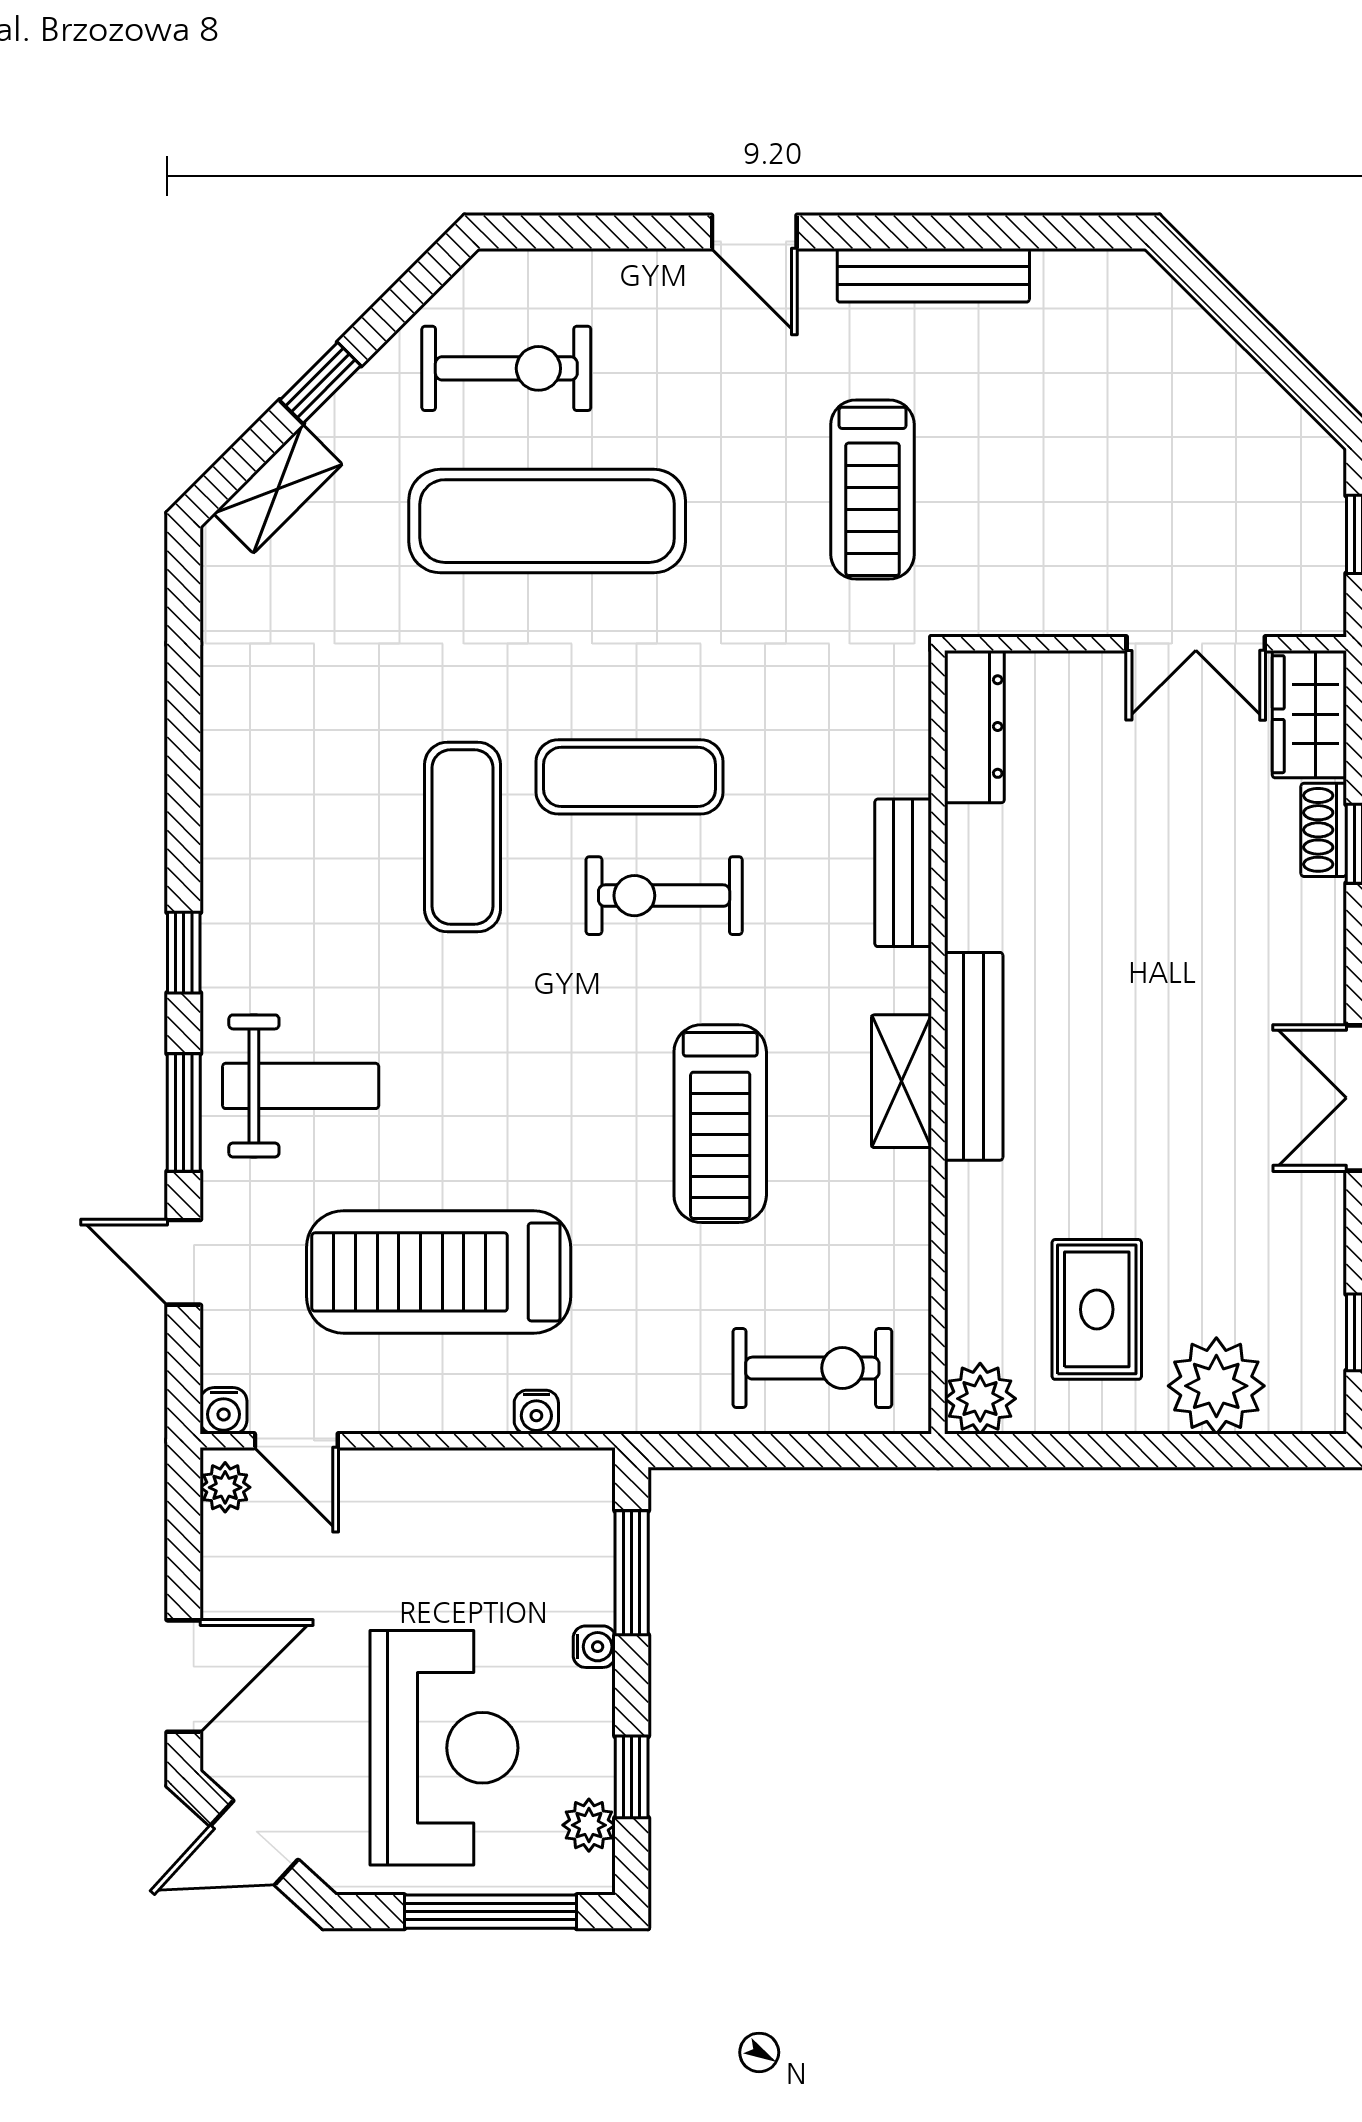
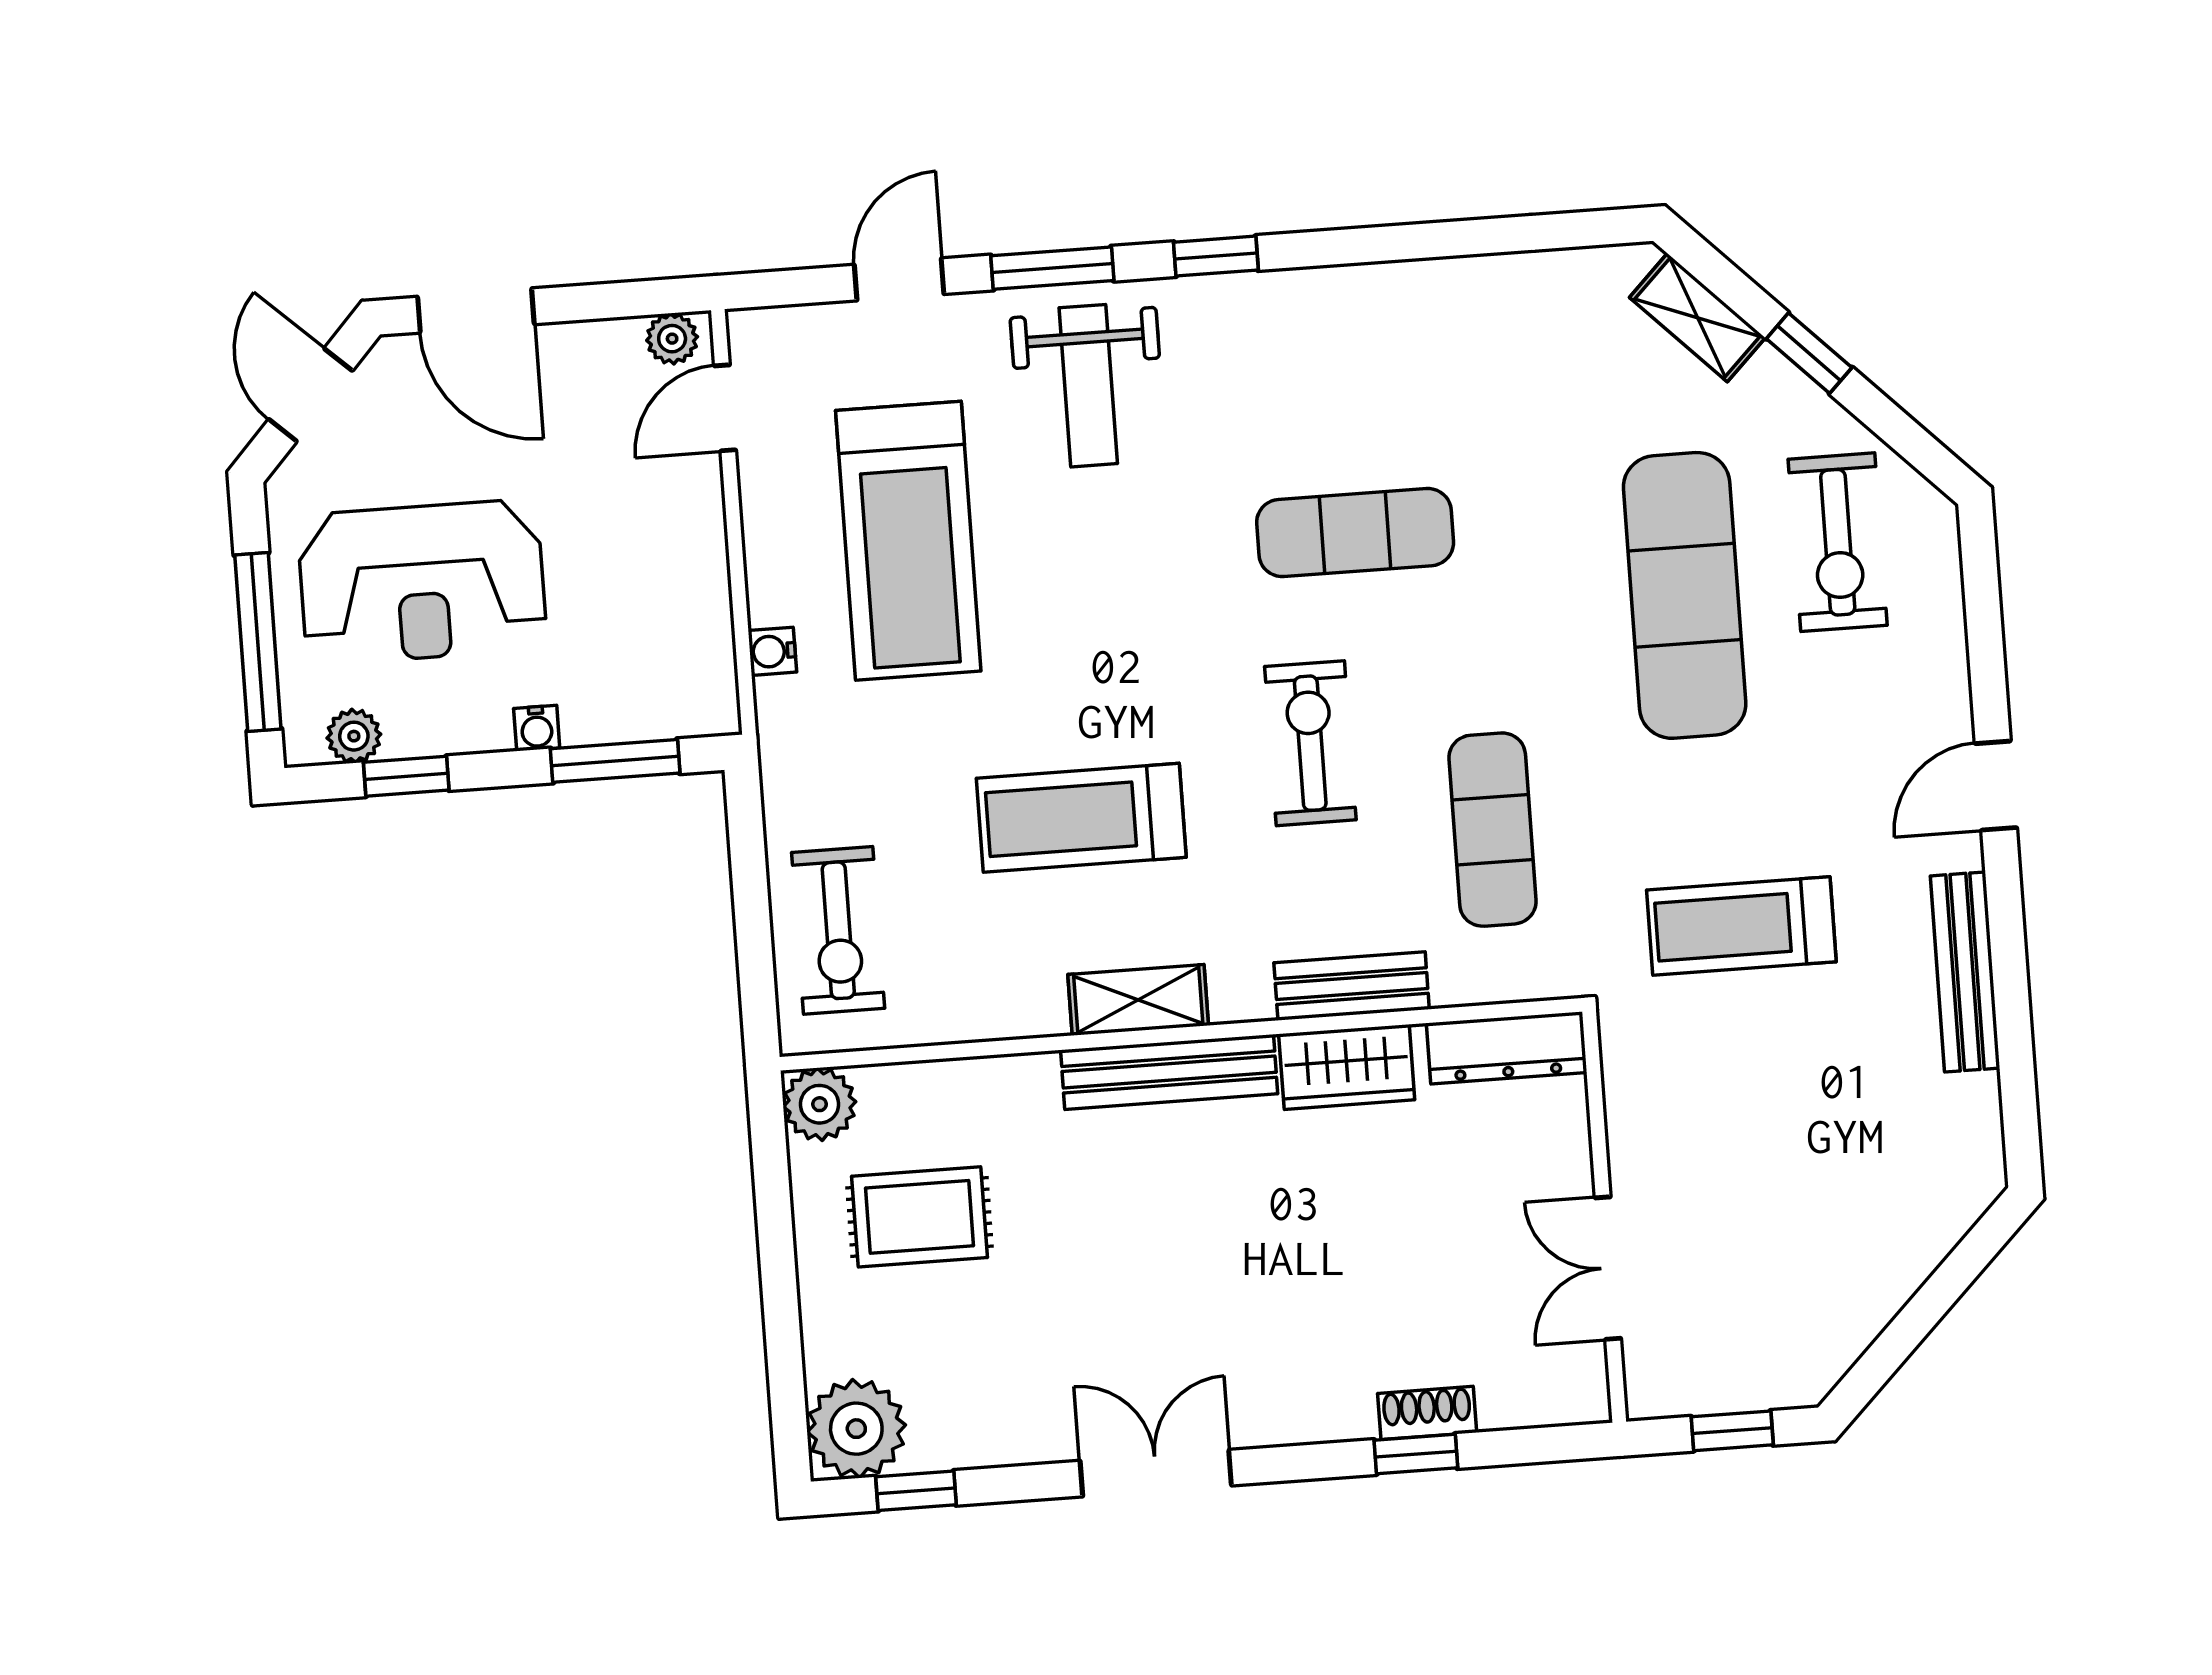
wardrobe: (1309, 714) -> (1347, 1067), moved, turned 180
exercise mat: (630, 777) -> (1493, 830), moved
treadmill: (439, 1272) -> (908, 541), turned 180
plant: (1216, 1386) -> (856, 1429), moved
water cooler: (224, 1411) -> (750, 331), removed

